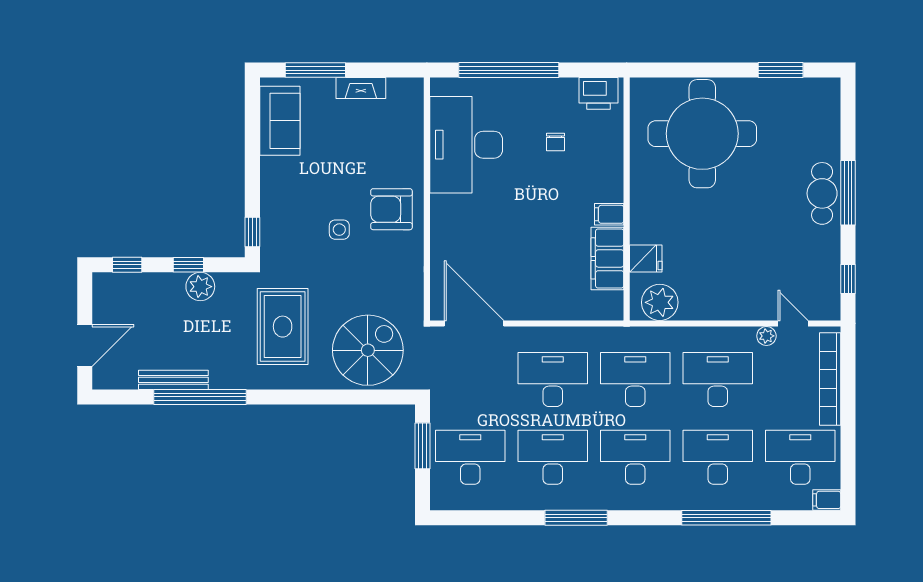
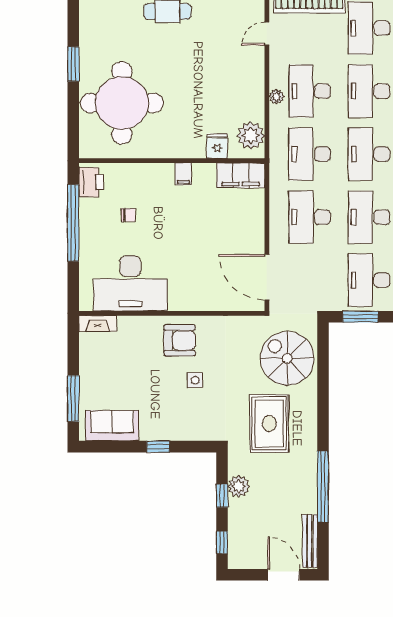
window: (509, 70) -> (73, 223), moved
window: (781, 70) -> (73, 64), moved
fireplace: (361, 88) -> (98, 324), moved, turned 90
armchair: (391, 209) -> (180, 340), turned -90
window: (252, 232) -> (158, 447), moved
filing cabinet: (607, 258) -> (241, 175), moved
door: (474, 323) -> (267, 277), hinge flipped
rug: (283, 327) -> (269, 423), turned 90
plant: (766, 336) -> (276, 97), moved
bench: (173, 380) -> (310, 541), moved

